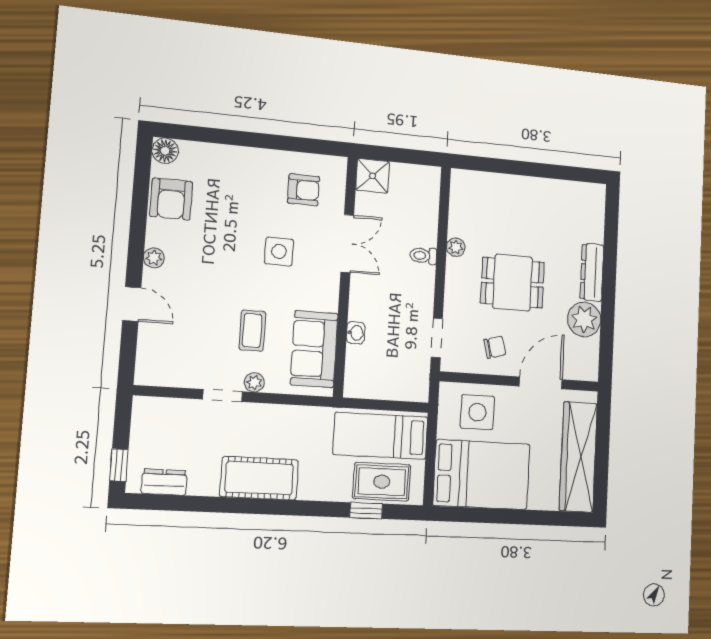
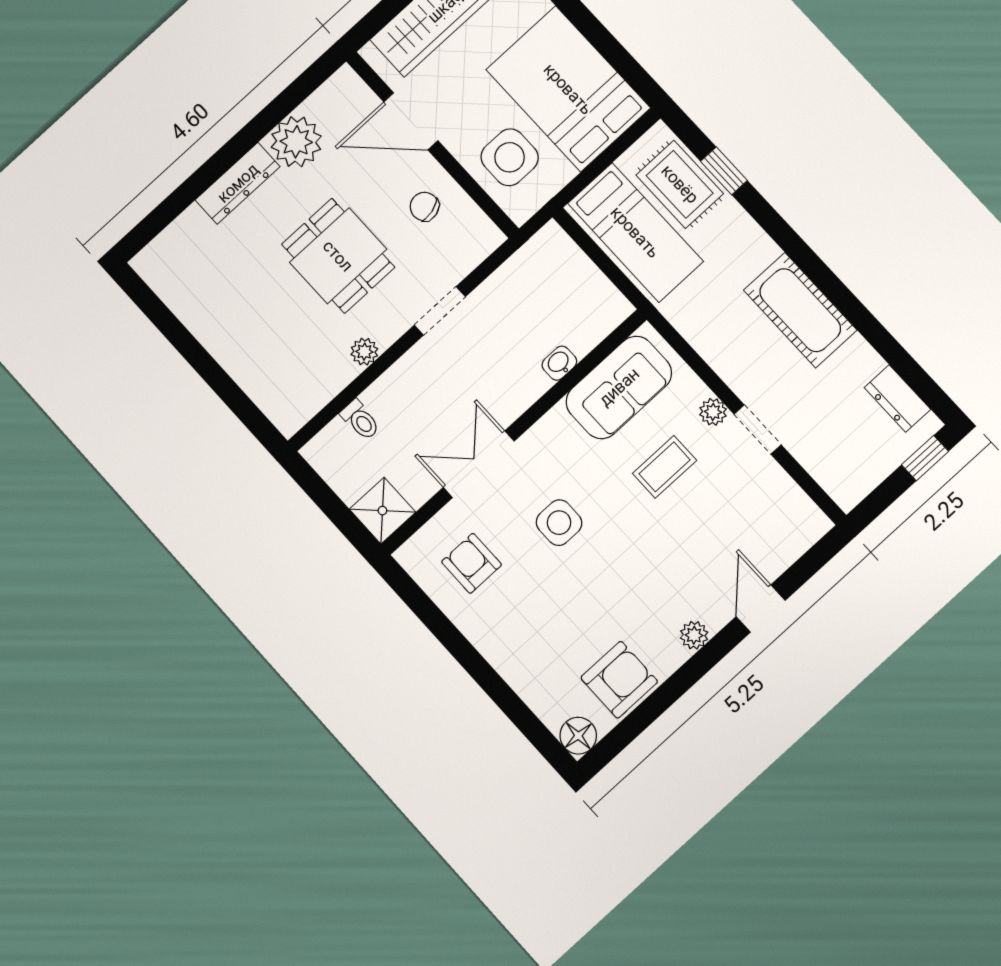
toilet: (423, 256) -> (360, 420), moved
doorway: (437, 338) -> (440, 311), moved

